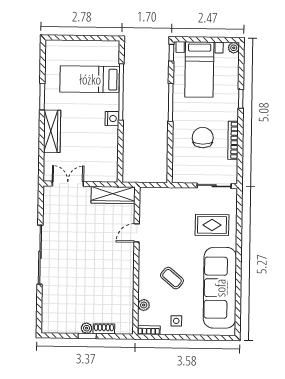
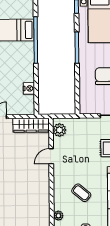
nightstand: (112, 119) -> (29, 88), moved
plant: (147, 202) -> (59, 130), added

